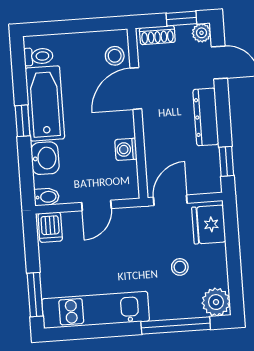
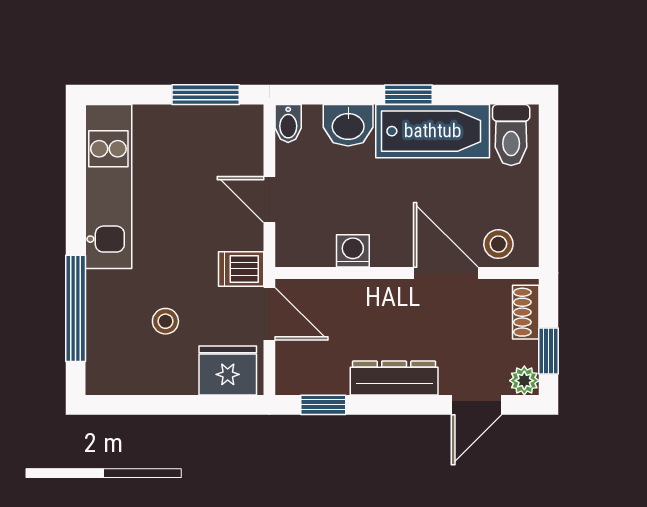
toilet: (38, 56) -> (511, 135), width x1.37, depth x1.39
dishwasher: (50, 227) -> (241, 269), moved
window: (35, 295) -> (206, 95), moved
plant: (216, 302) -> (107, 373), removed

